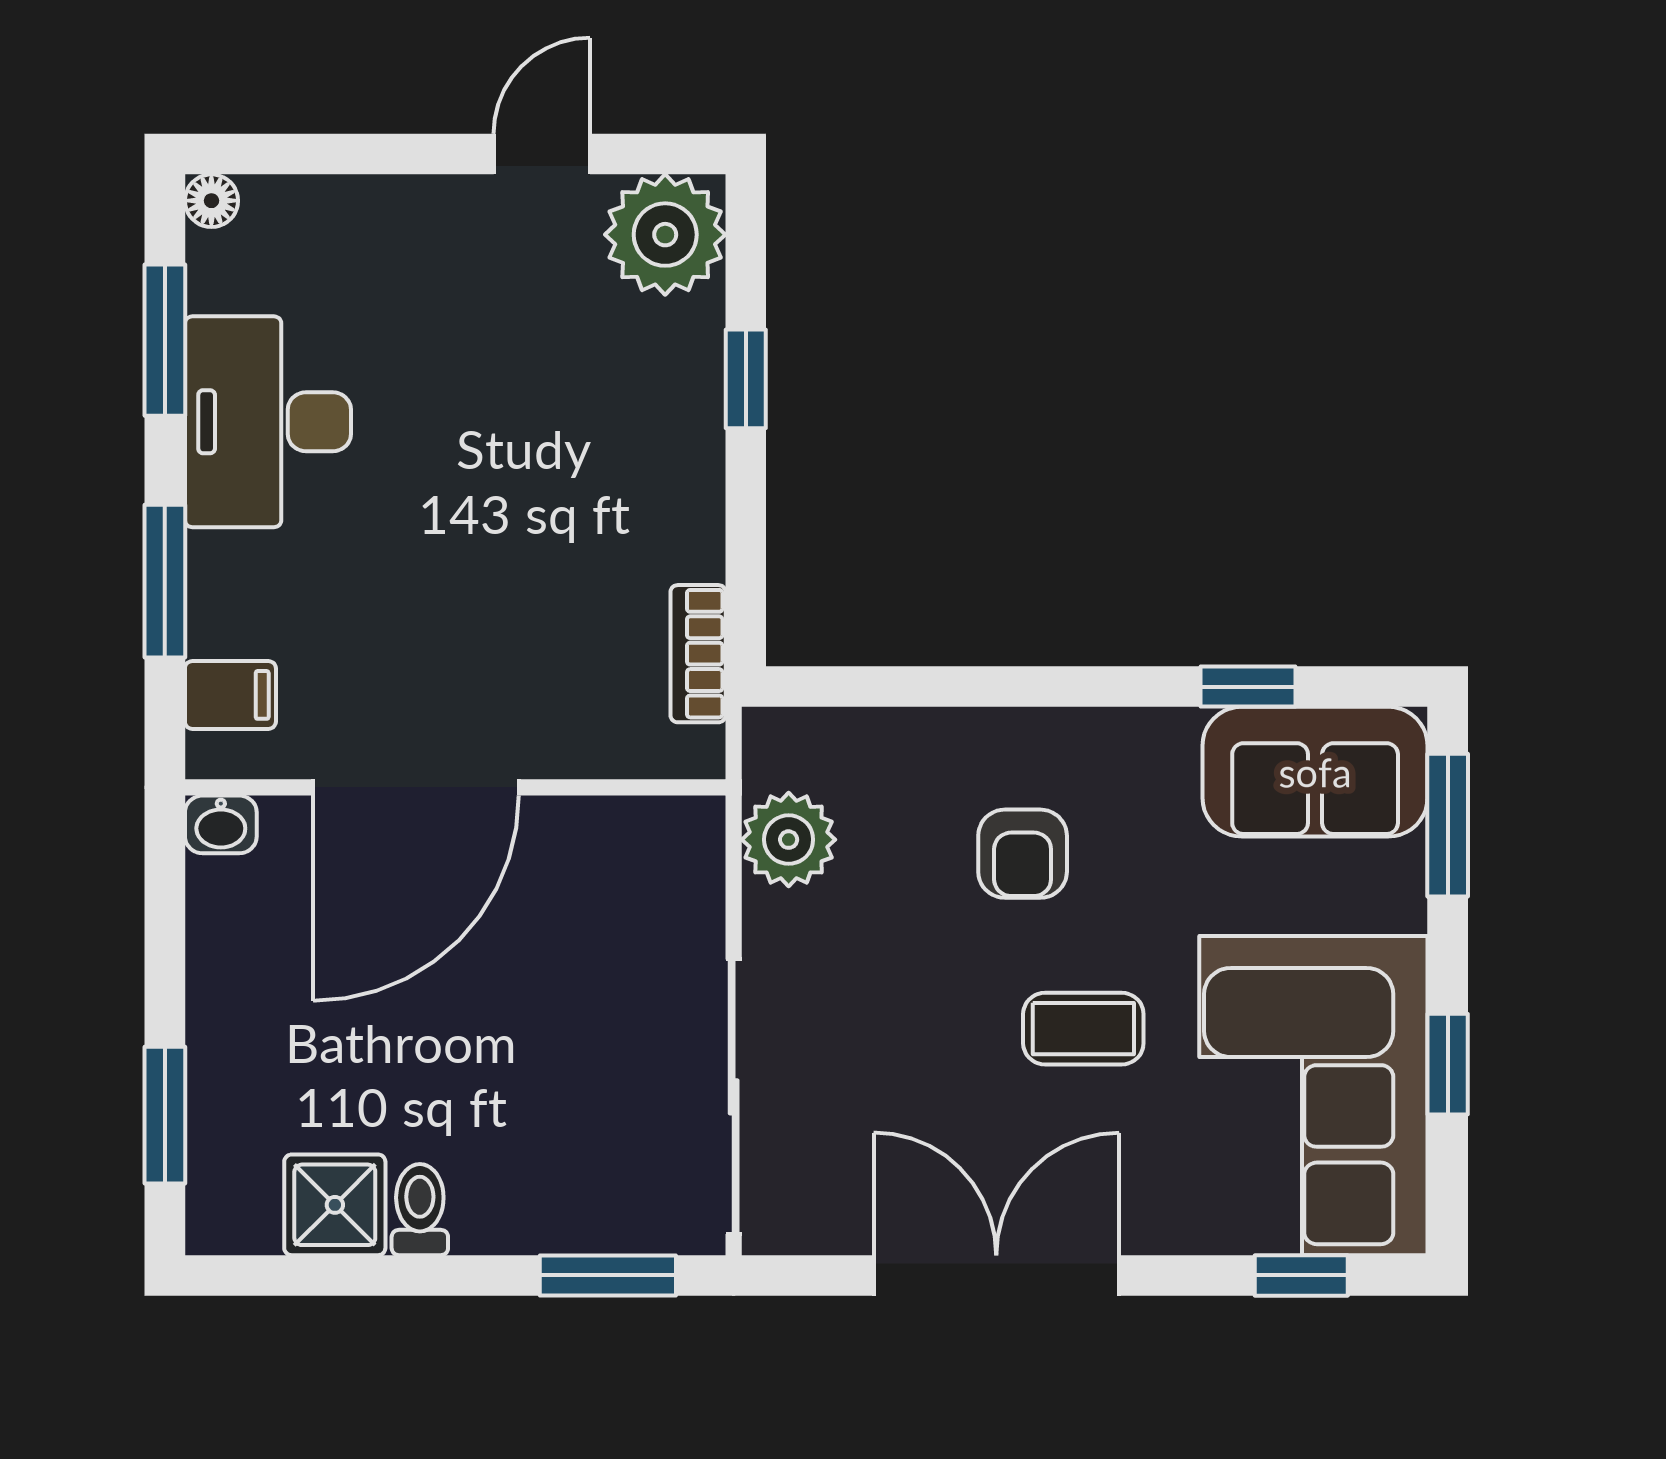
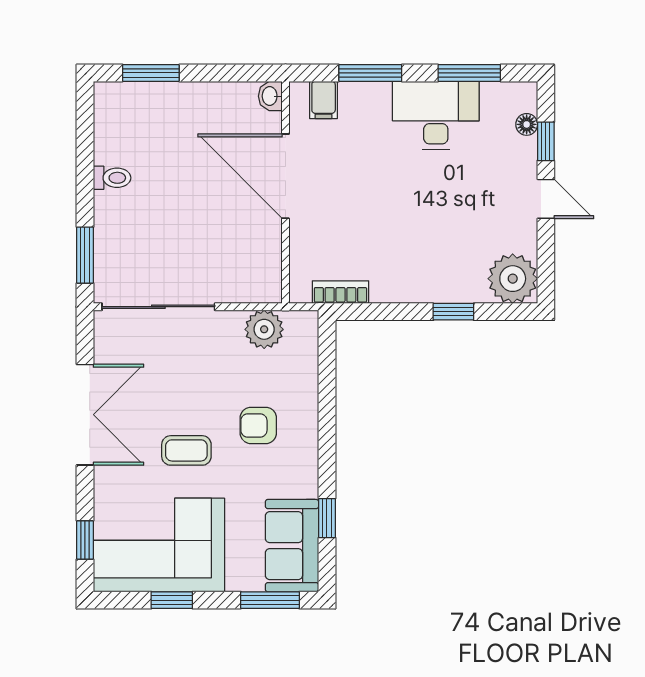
window: (331, 154) -> (546, 141), added
door: (542, 154) -> (546, 199), moved
floor lamp: (211, 201) -> (527, 124), moved
coffee table: (1083, 1029) -> (186, 450), turned 90
shower: (335, 1205) -> (114, 143), removed

